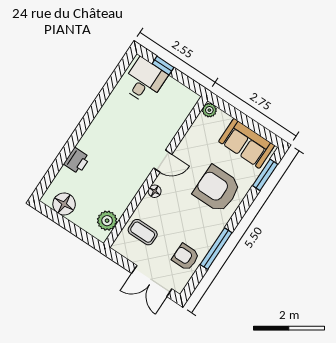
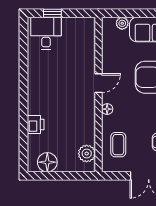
plant: (209, 110) -> (122, 23), moved
coffee table: (143, 232) -> (118, 145), turned 90

